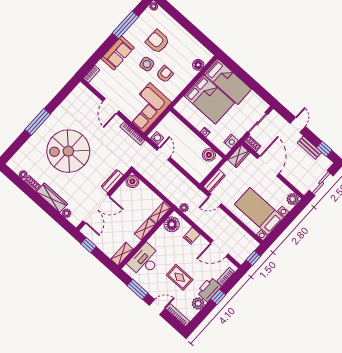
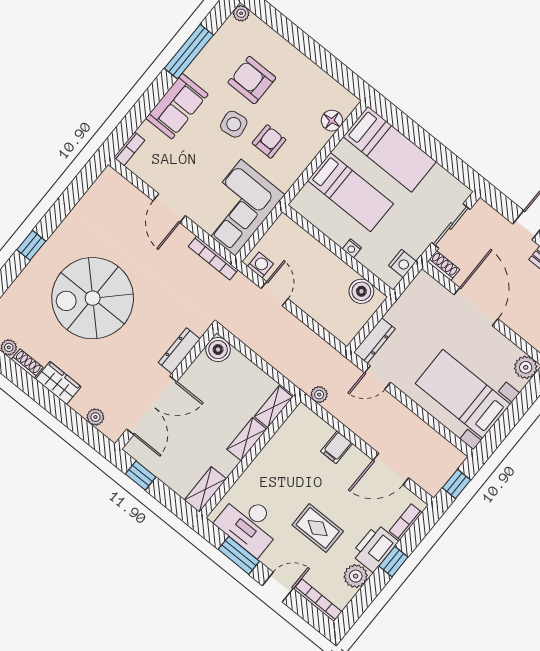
bed: (209, 99) -> (350, 192), width x0.67
window: (38, 122) -> (31, 245), width x0.46
wardrobe: (239, 156) -> (418, 290), removed
wardrobe: (52, 198) -> (58, 383), width x0.67
floor lamp: (172, 224) -> (297, 428), removed
desk: (145, 260) -> (249, 524), moved, turned -90

